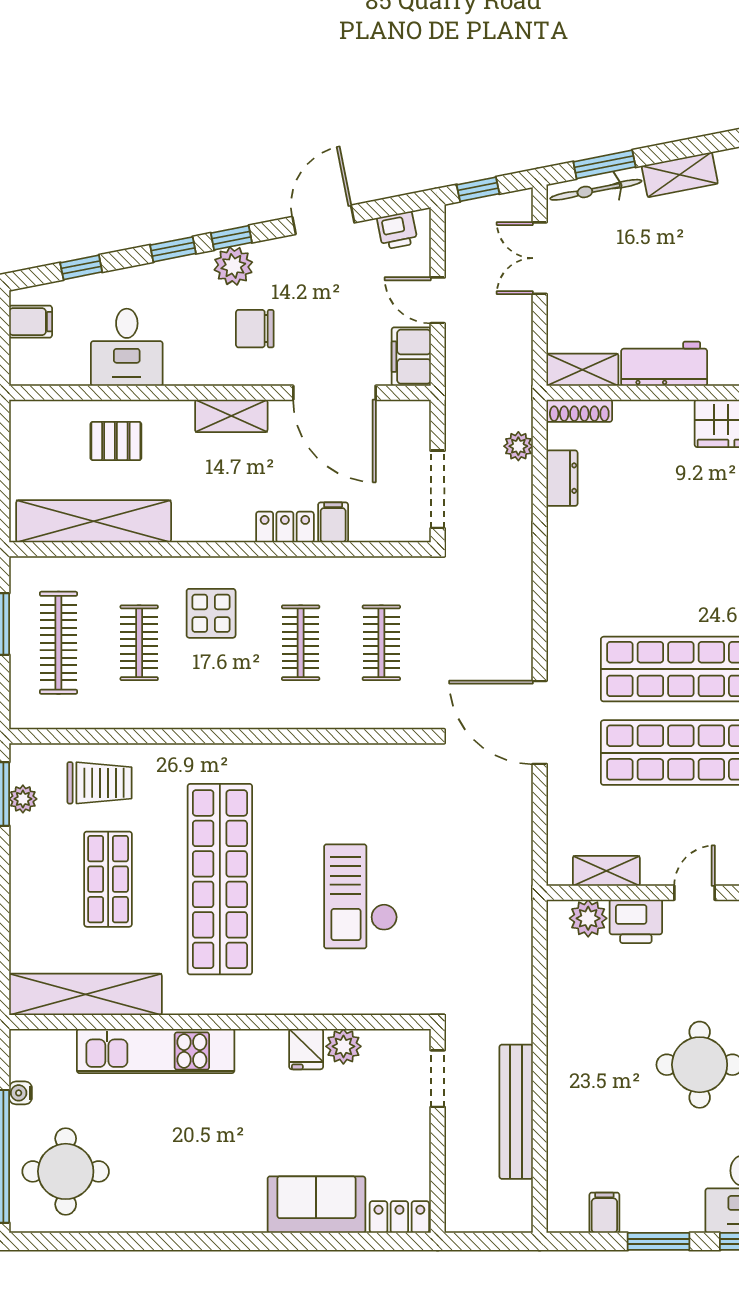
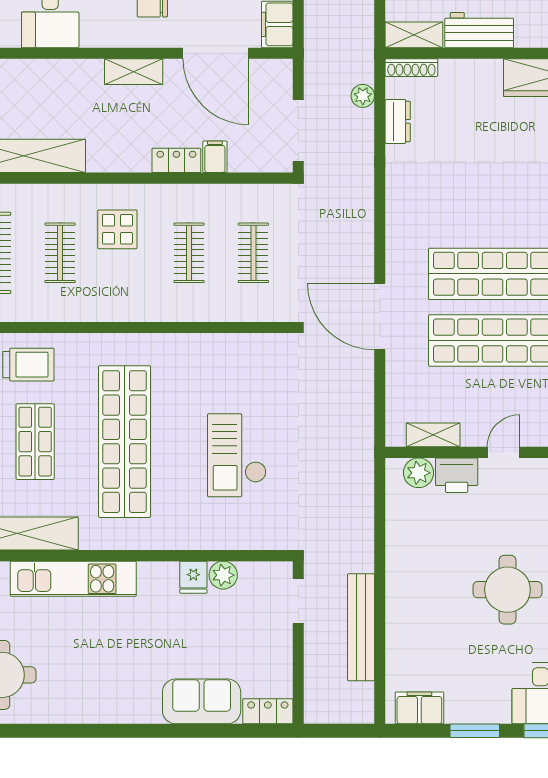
pallet: (116, 441) -> (41, 92), removed
filing cabinet: (604, 1213) -> (419, 708), width x2.00

